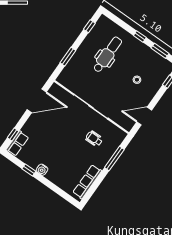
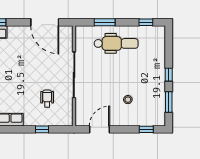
dental chair: (107, 55) -> (116, 43), moved
door: (144, 116) -> (99, 129), hinge flipped
window: (114, 158) -> (42, 129), width x0.46

